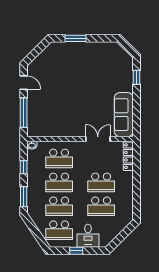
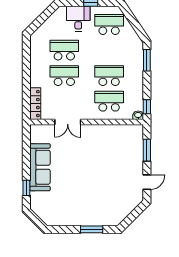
door: (24, 83) -> (147, 182), swing flipped
window: (24, 113) -> (147, 150), width x0.69
sofa: (124, 115) -> (40, 167), moved
window: (24, 167) -> (147, 107), moved
school desk: (59, 206) -> (109, 50), removed

